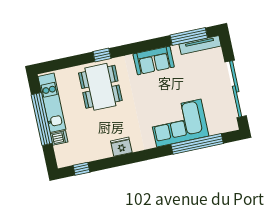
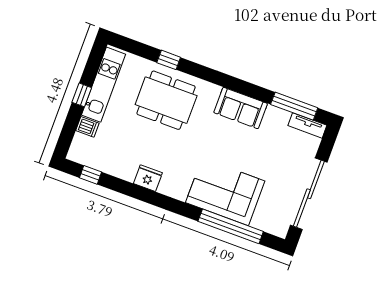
tv unit: (200, 45) -> (307, 125), width x0.71
window: (102, 55) -> (169, 60), moved
dining table: (100, 87) -> (166, 100), turned 90
window: (42, 119) -> (82, 95), width x0.32

